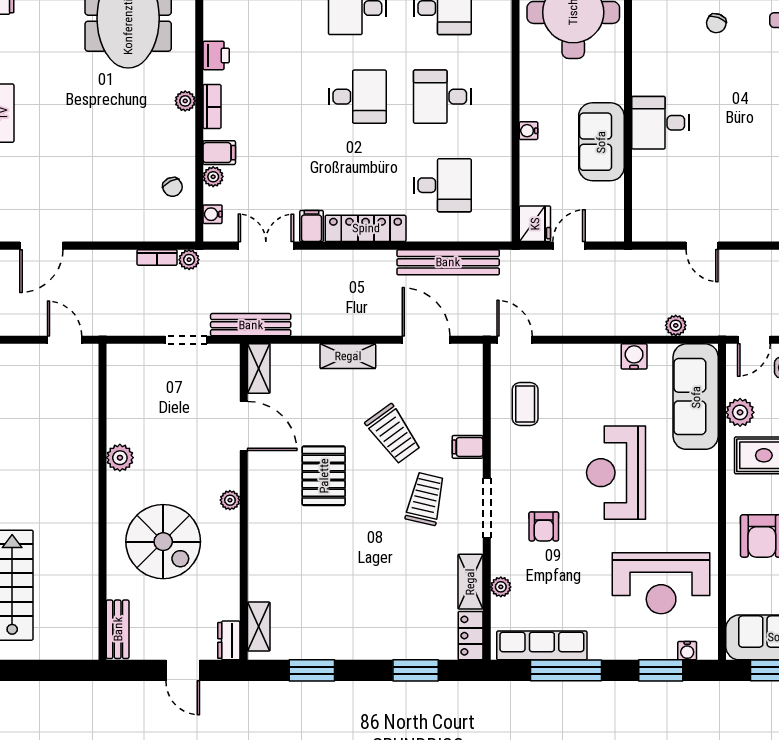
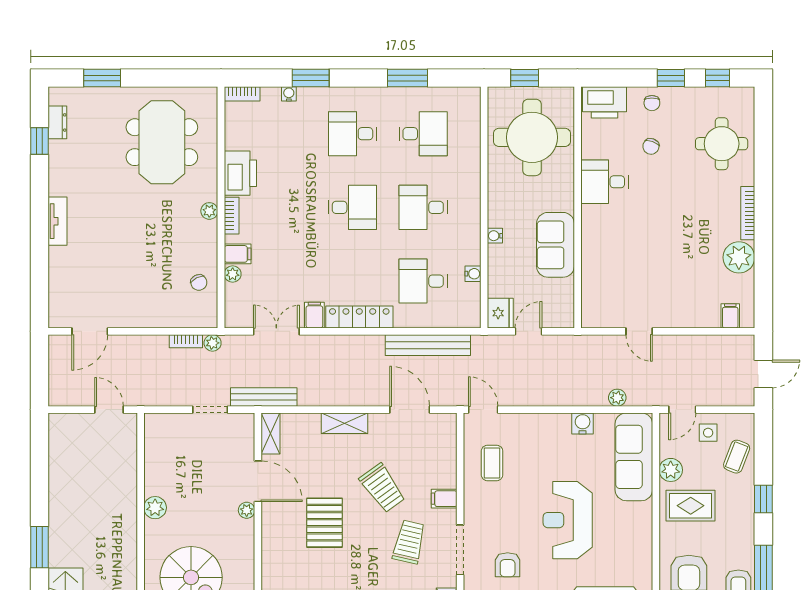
printer: (216, 55) -> (240, 173), width x1.87, depth x1.48
desk: (660, 123) -> (604, 182), moved
desk: (442, 185) -> (423, 281), turned 180
water cooler: (213, 214) -> (473, 274), moved, turned 180
plant: (230, 500) -> (247, 510), moved

